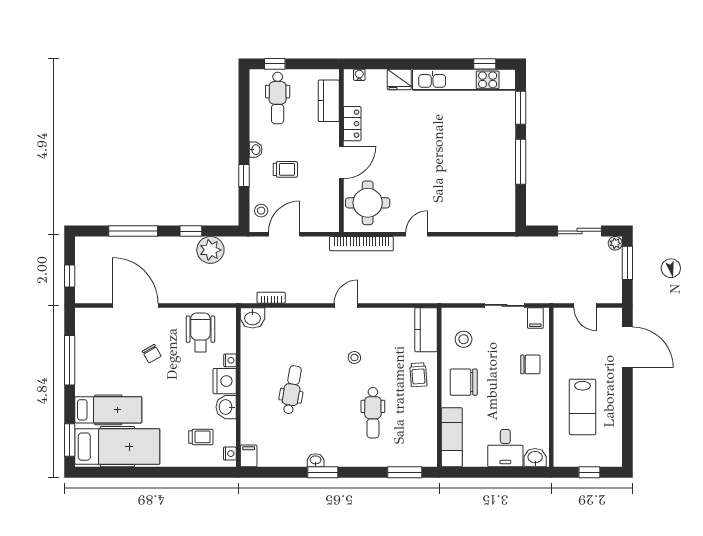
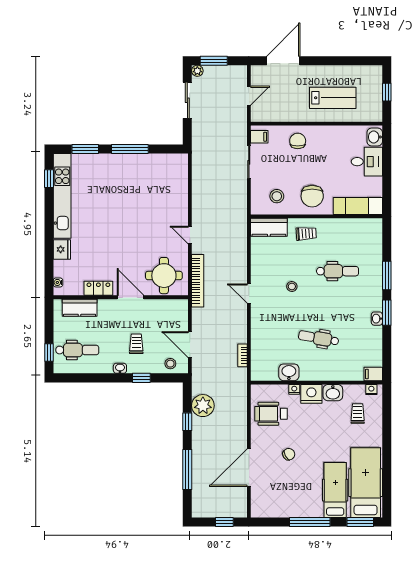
washbasin: (253, 318) -> (289, 372), moved, turned -90
window: (70, 360) -> (310, 522), moved
window: (405, 472) -> (387, 275), moved

